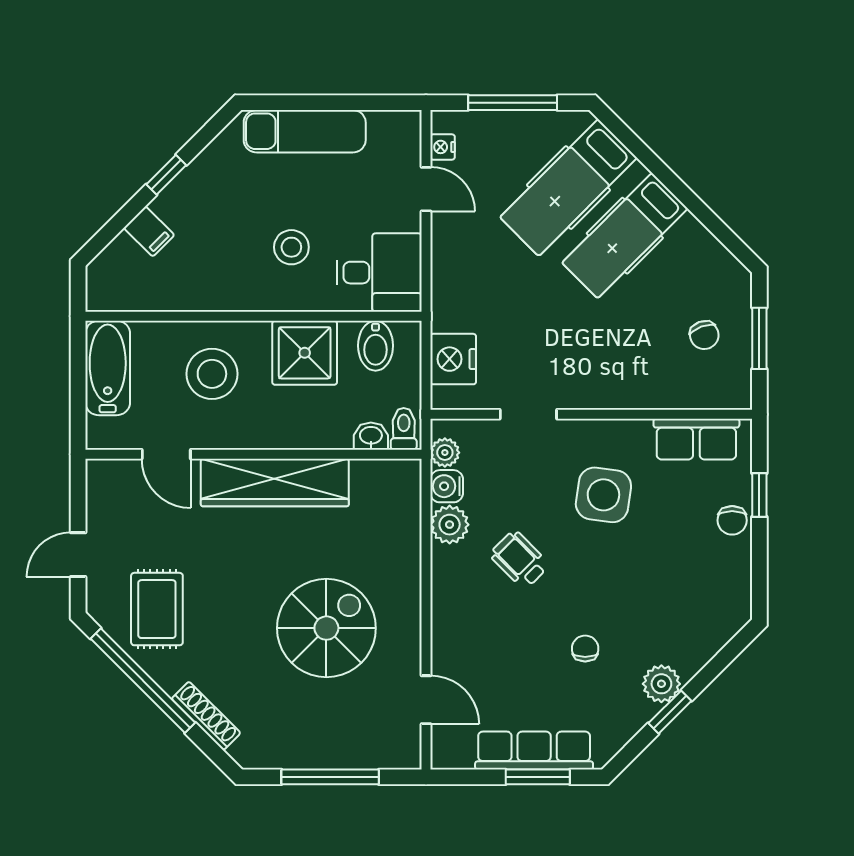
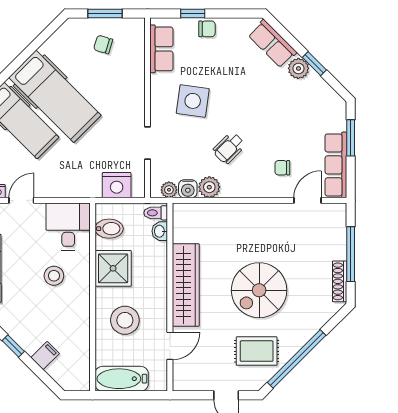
hospital bed: (625, 236) -> (55, 96), width x1.37, depth x1.29
chair: (704, 335) -> (103, 44), turned -143
spiral stairs: (326, 628) -> (259, 290), moved, turned -90
row of seats: (706, 637) -> (272, 44), added
chair: (585, 649) -> (282, 168), moved
shoe rack: (206, 716) -> (340, 281), moved, turned -45
row of seats: (534, 750) -> (336, 165), moved

